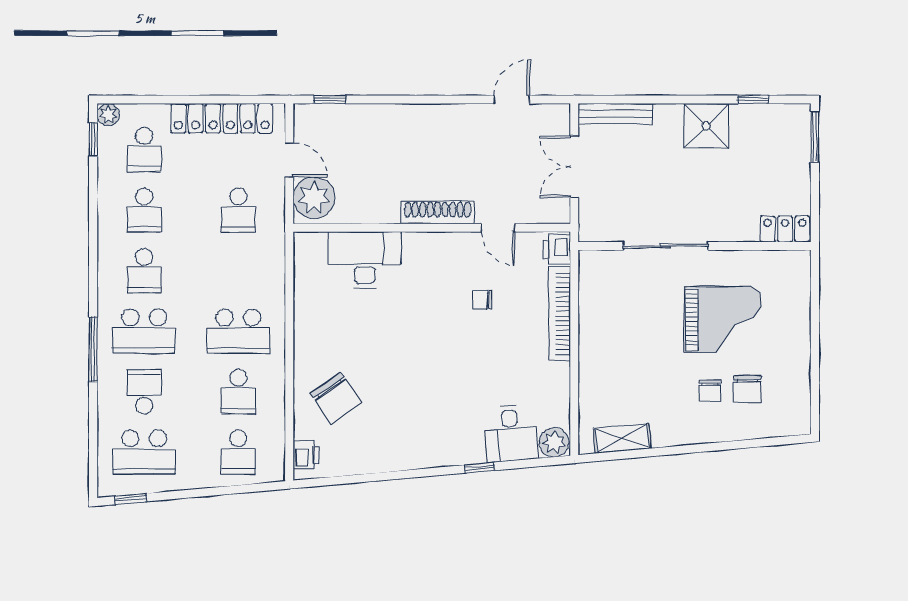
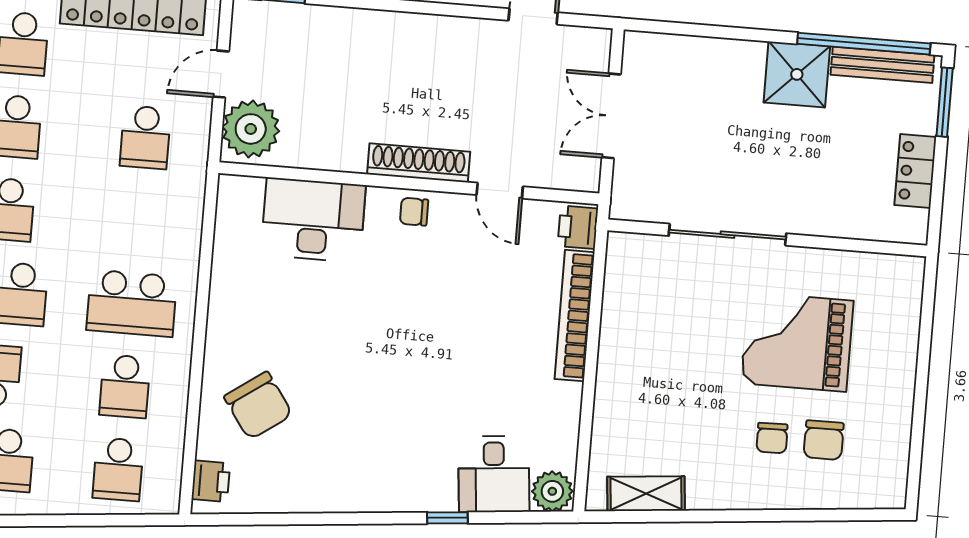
window: (753, 100) -> (864, 44), width x3.17
bench: (615, 114) -> (882, 65), moved
door: (289, 160) -> (221, 74), swing flipped
locker: (785, 229) -> (915, 171), moved, turned -90
chair: (482, 300) -> (414, 212), moved
grand piano: (722, 320) -> (797, 342), turned 180

